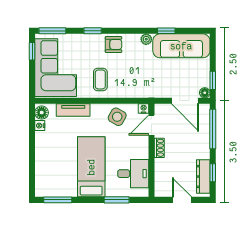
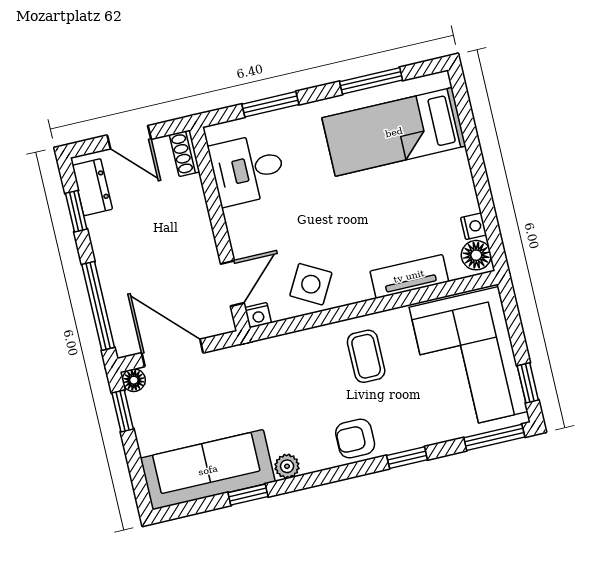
shoe rack: (159, 148) -> (185, 153), moved
bed: (91, 167) -> (394, 132), moved, turned 90
dresser: (203, 177) -> (92, 187), width x0.70
window: (58, 200) -> (371, 81), moved

